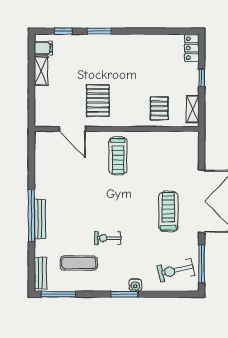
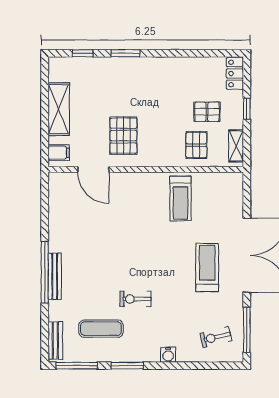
filing cabinet: (43, 48) -> (59, 153), moved
shelving: (41, 71) -> (59, 109), width x1.50, depth x1.33
pallet: (168, 80) -> (207, 112), added
treadmill: (118, 156) -> (180, 199), moved
exercise bike: (176, 270) -> (216, 337), width x0.73, depth x0.72
window: (124, 294) -> (127, 366), moved

